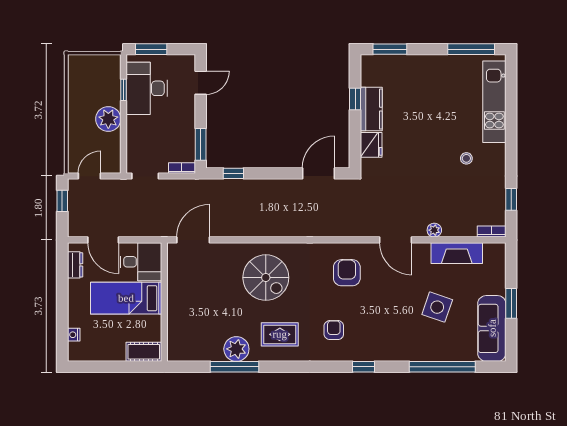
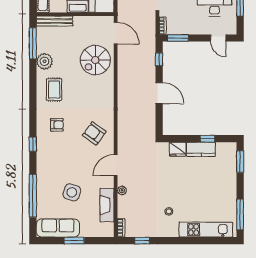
door: (318, 173) -> (159, 93), moved
armchair: (347, 273) -> (94, 133), turned -144
spiral stairs: (266, 278) -> (95, 60), moved
bench: (175, 334) -> (55, 21), added
window: (234, 367) -> (33, 43), moved

